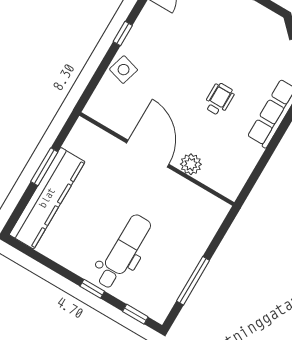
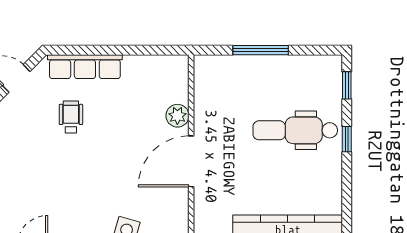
wheelchair: (219, 99) -> (71, 117), moved, turned 90
window: (193, 281) -> (261, 50), moved

